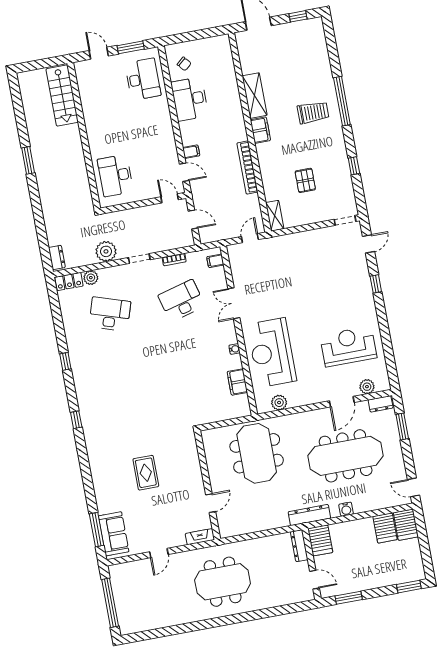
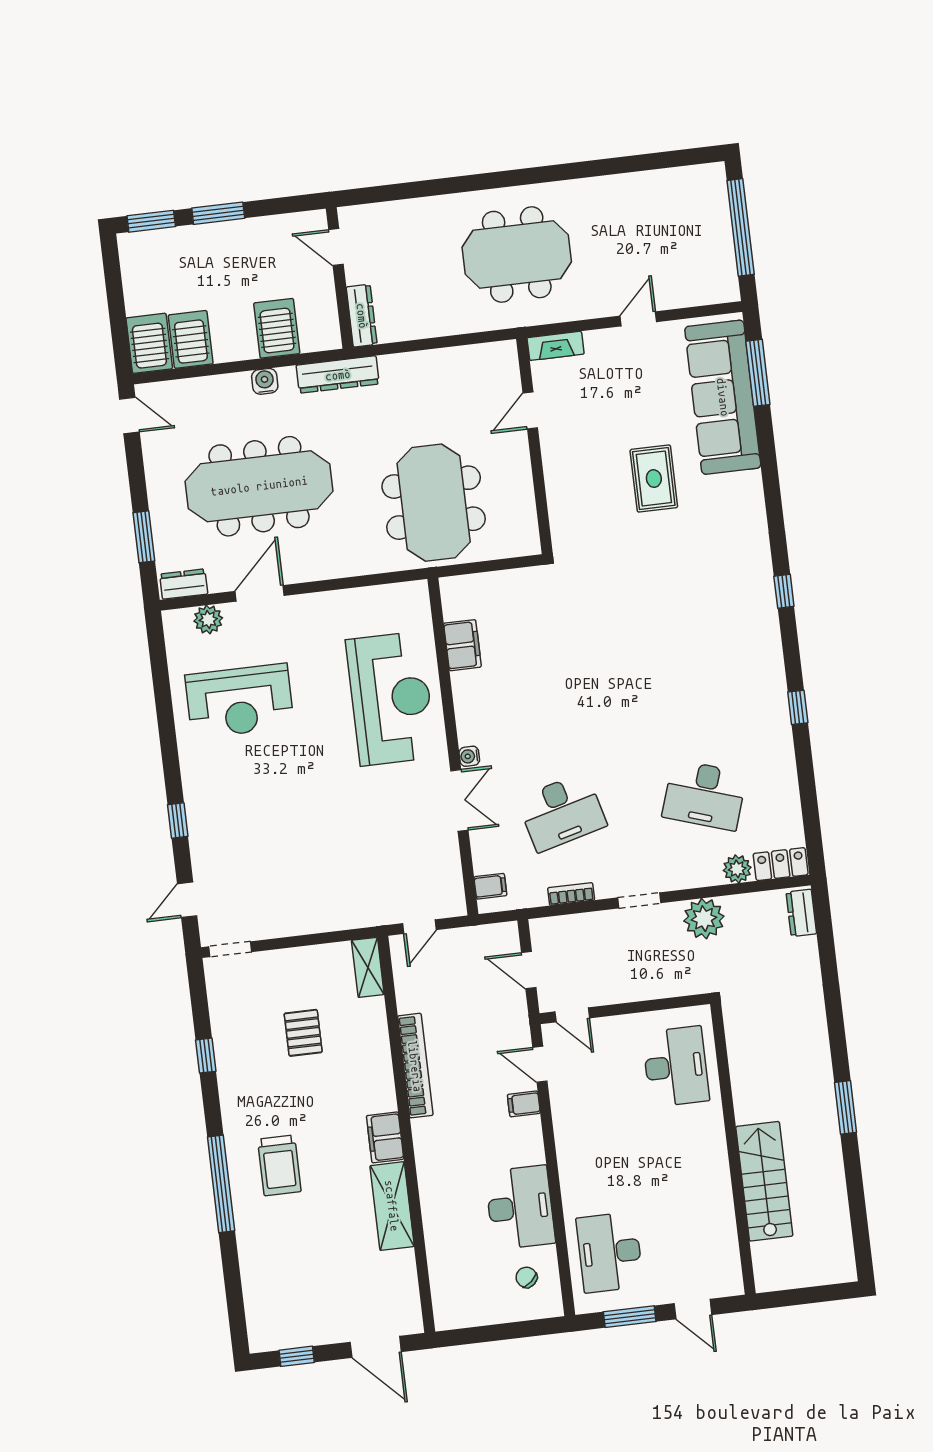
stairs: (62, 95) -> (764, 1181), moved
trolley: (313, 112) -> (279, 1165), turned -90
water cooler: (234, 349) -> (469, 756), moved
plant: (279, 403) -> (383, 599), removed
sofa: (114, 534) -> (723, 397), width x1.85, depth x1.27
server rack: (320, 540) -> (277, 328), moved
window: (349, 598) -> (218, 213), moved

